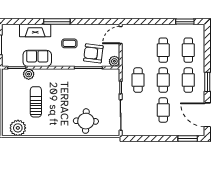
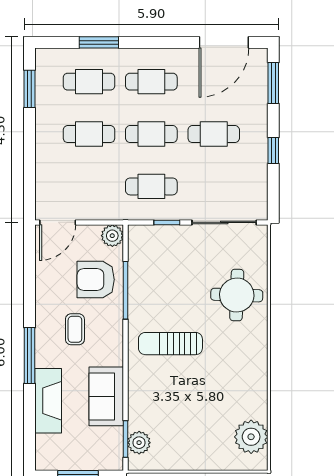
door: (121, 35) -> (58, 222), hinge flipped
armchair: (93, 53) -> (96, 280), turned 83
plant: (29, 74) -> (139, 443), moved
window: (207, 82) -> (99, 42), moved
sun lounger: (36, 102) -> (170, 344), moved
window: (155, 139) -> (273, 151), added

